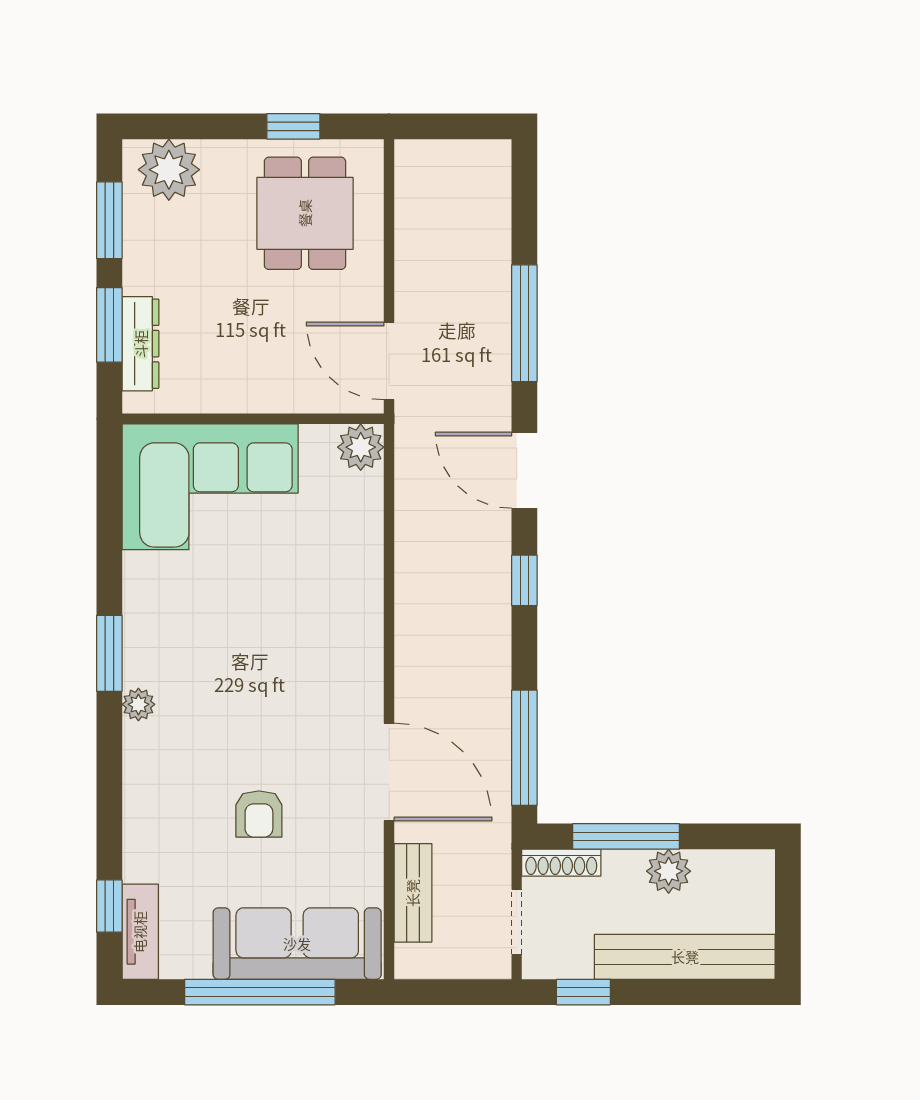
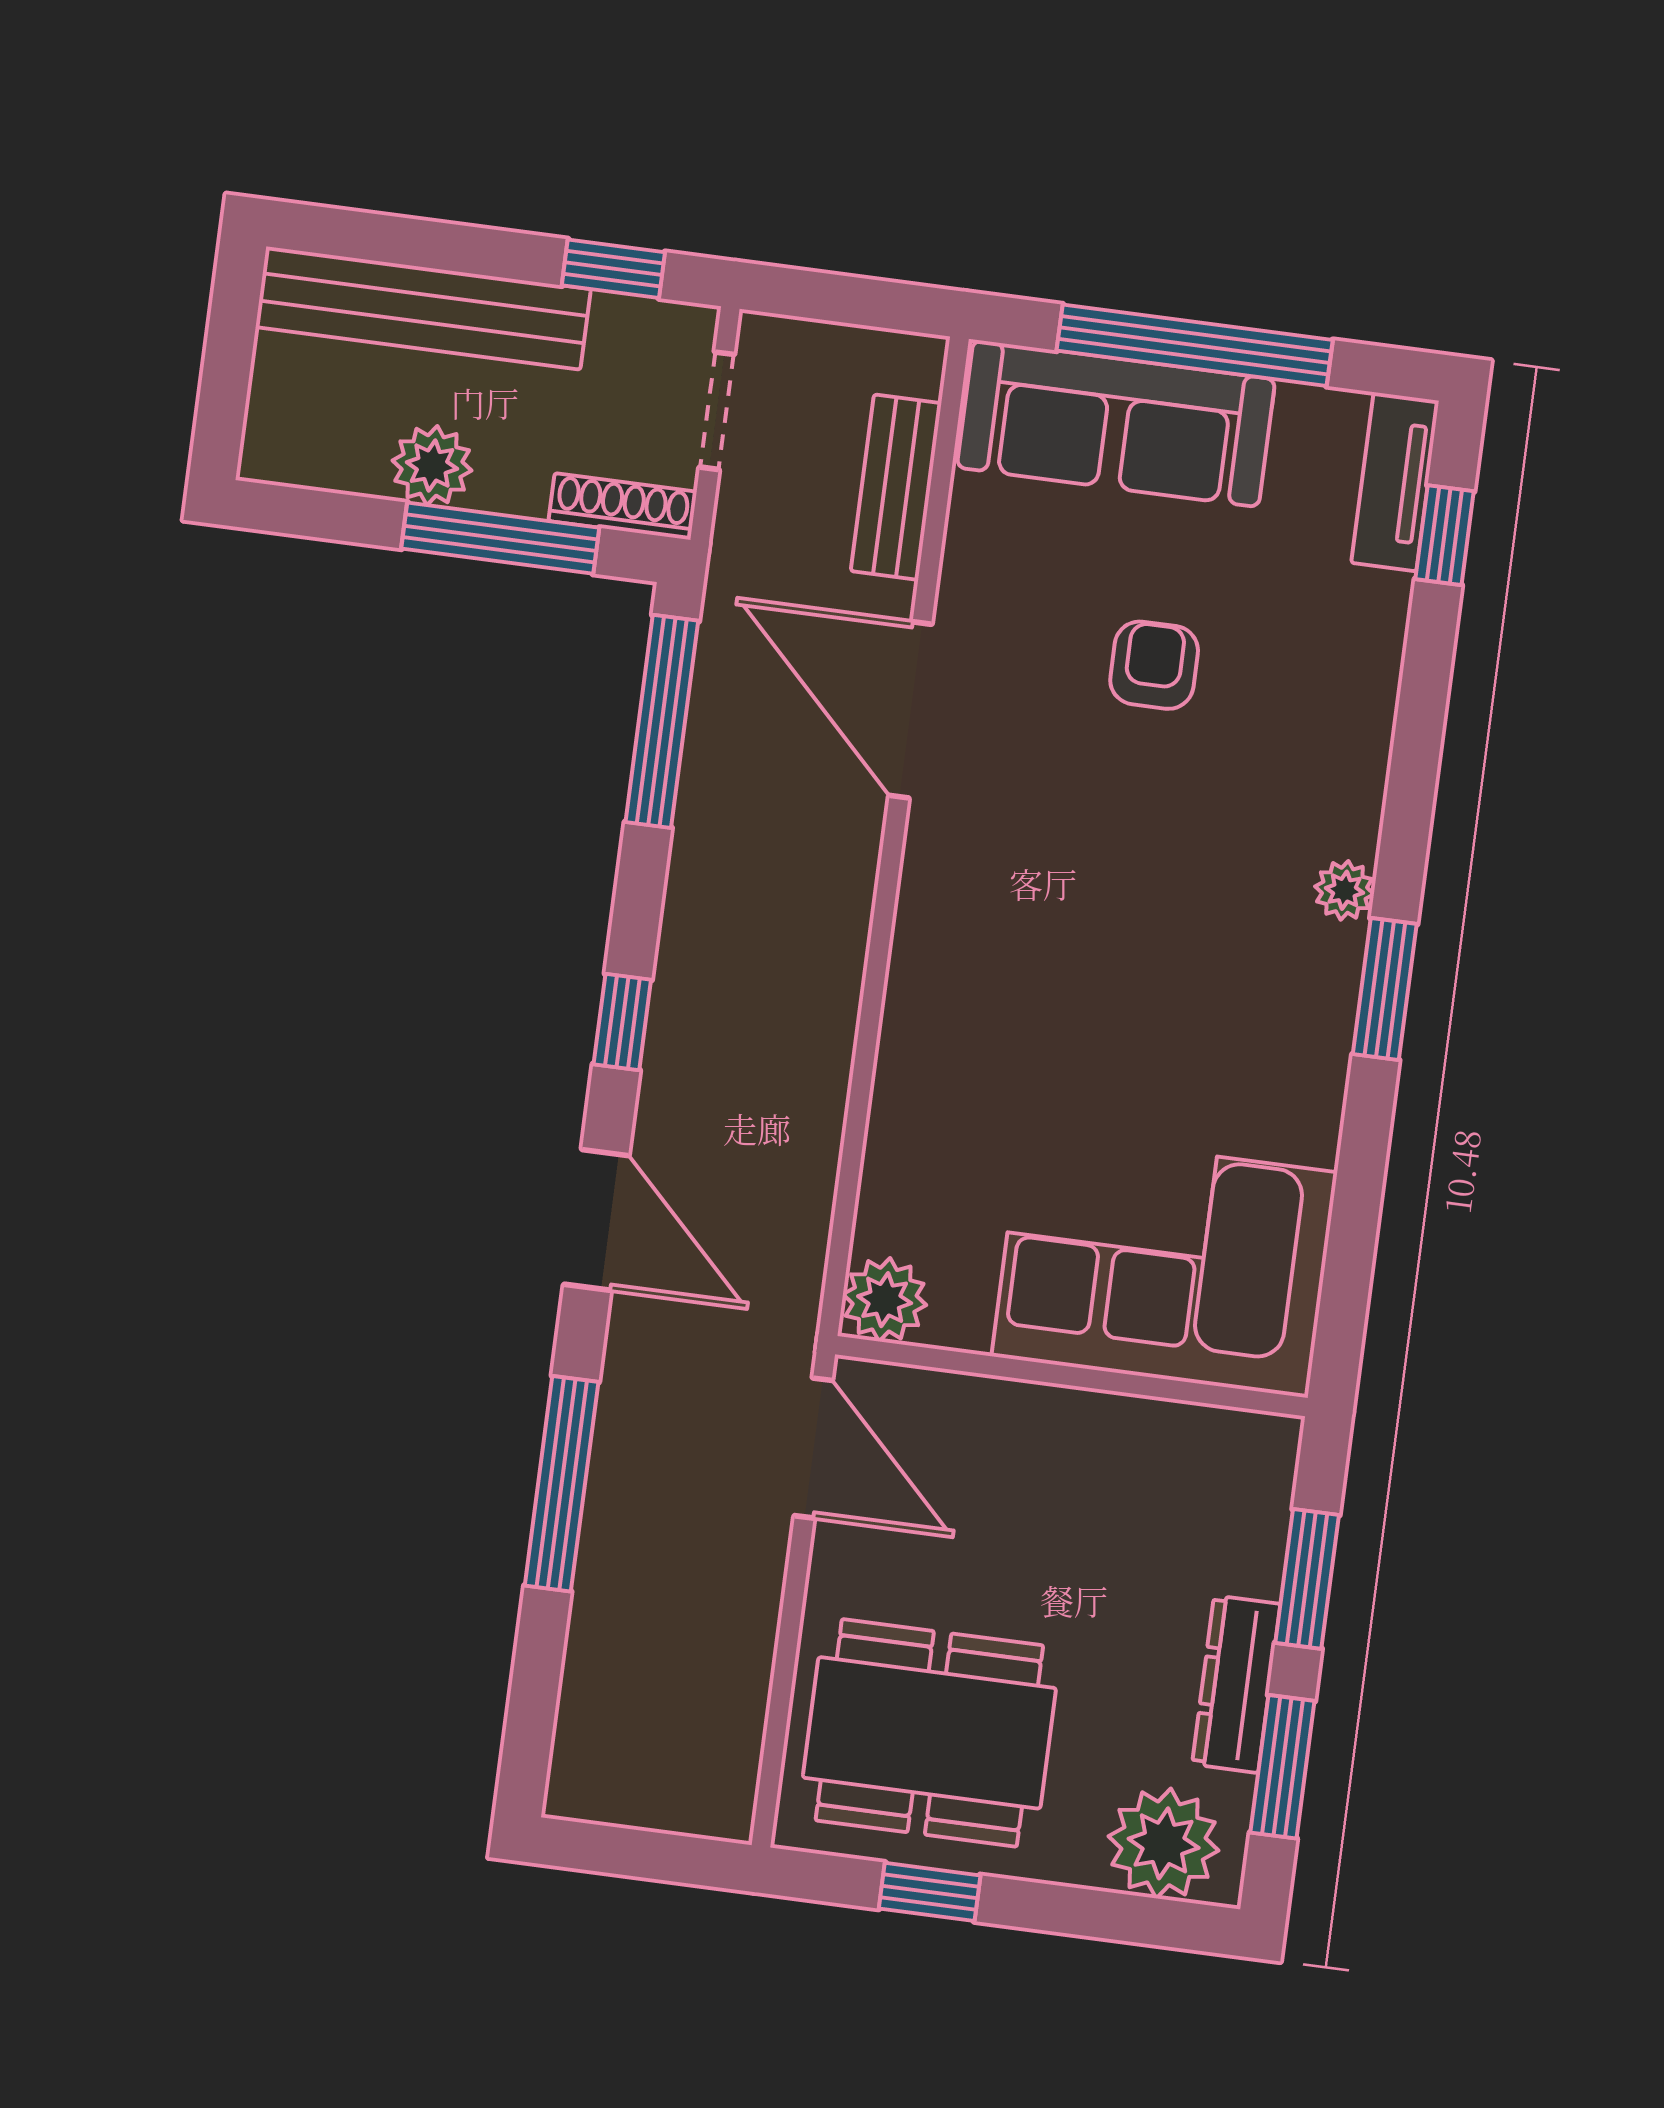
dining table: (305, 213) -> (929, 1733), width x1.38
dresser: (141, 344) -> (1236, 1684), moved

